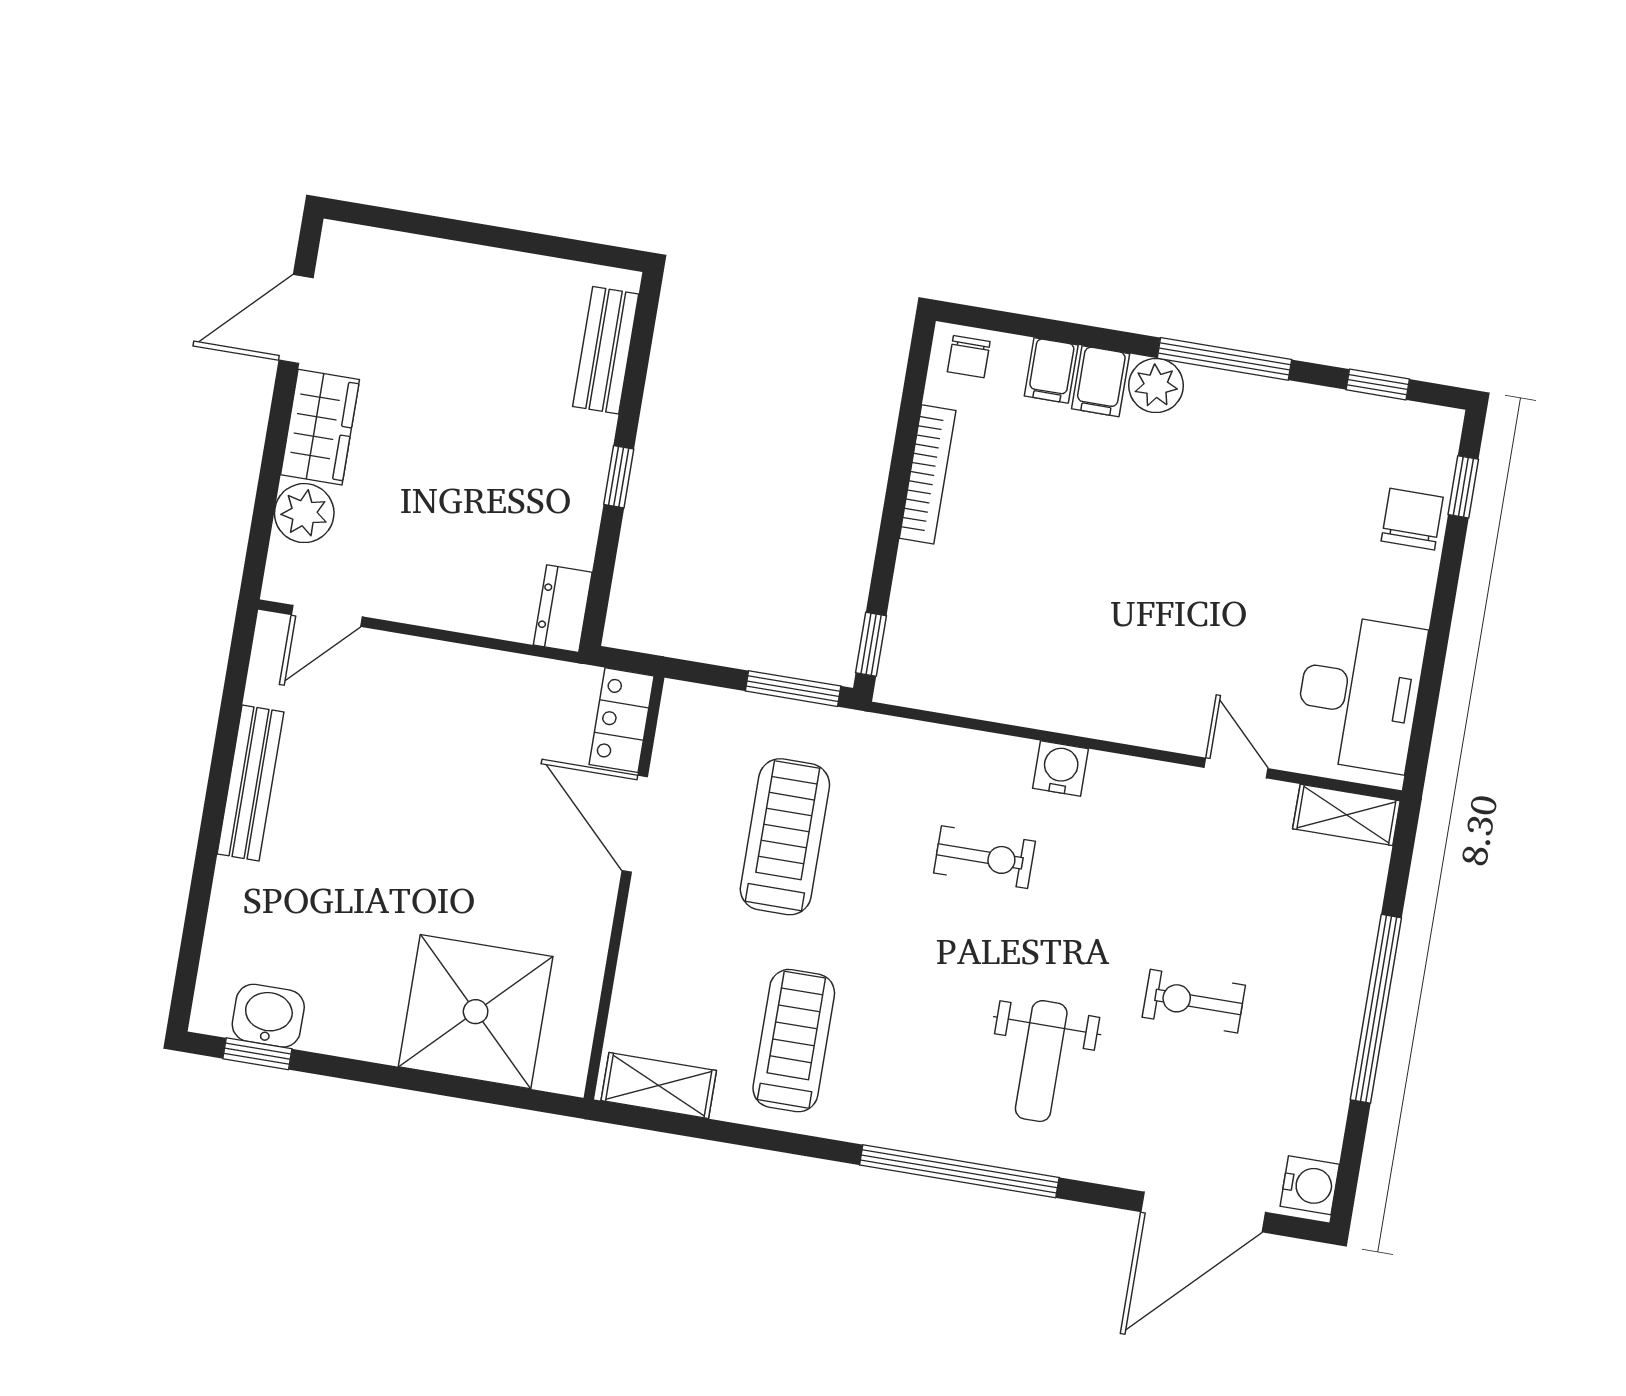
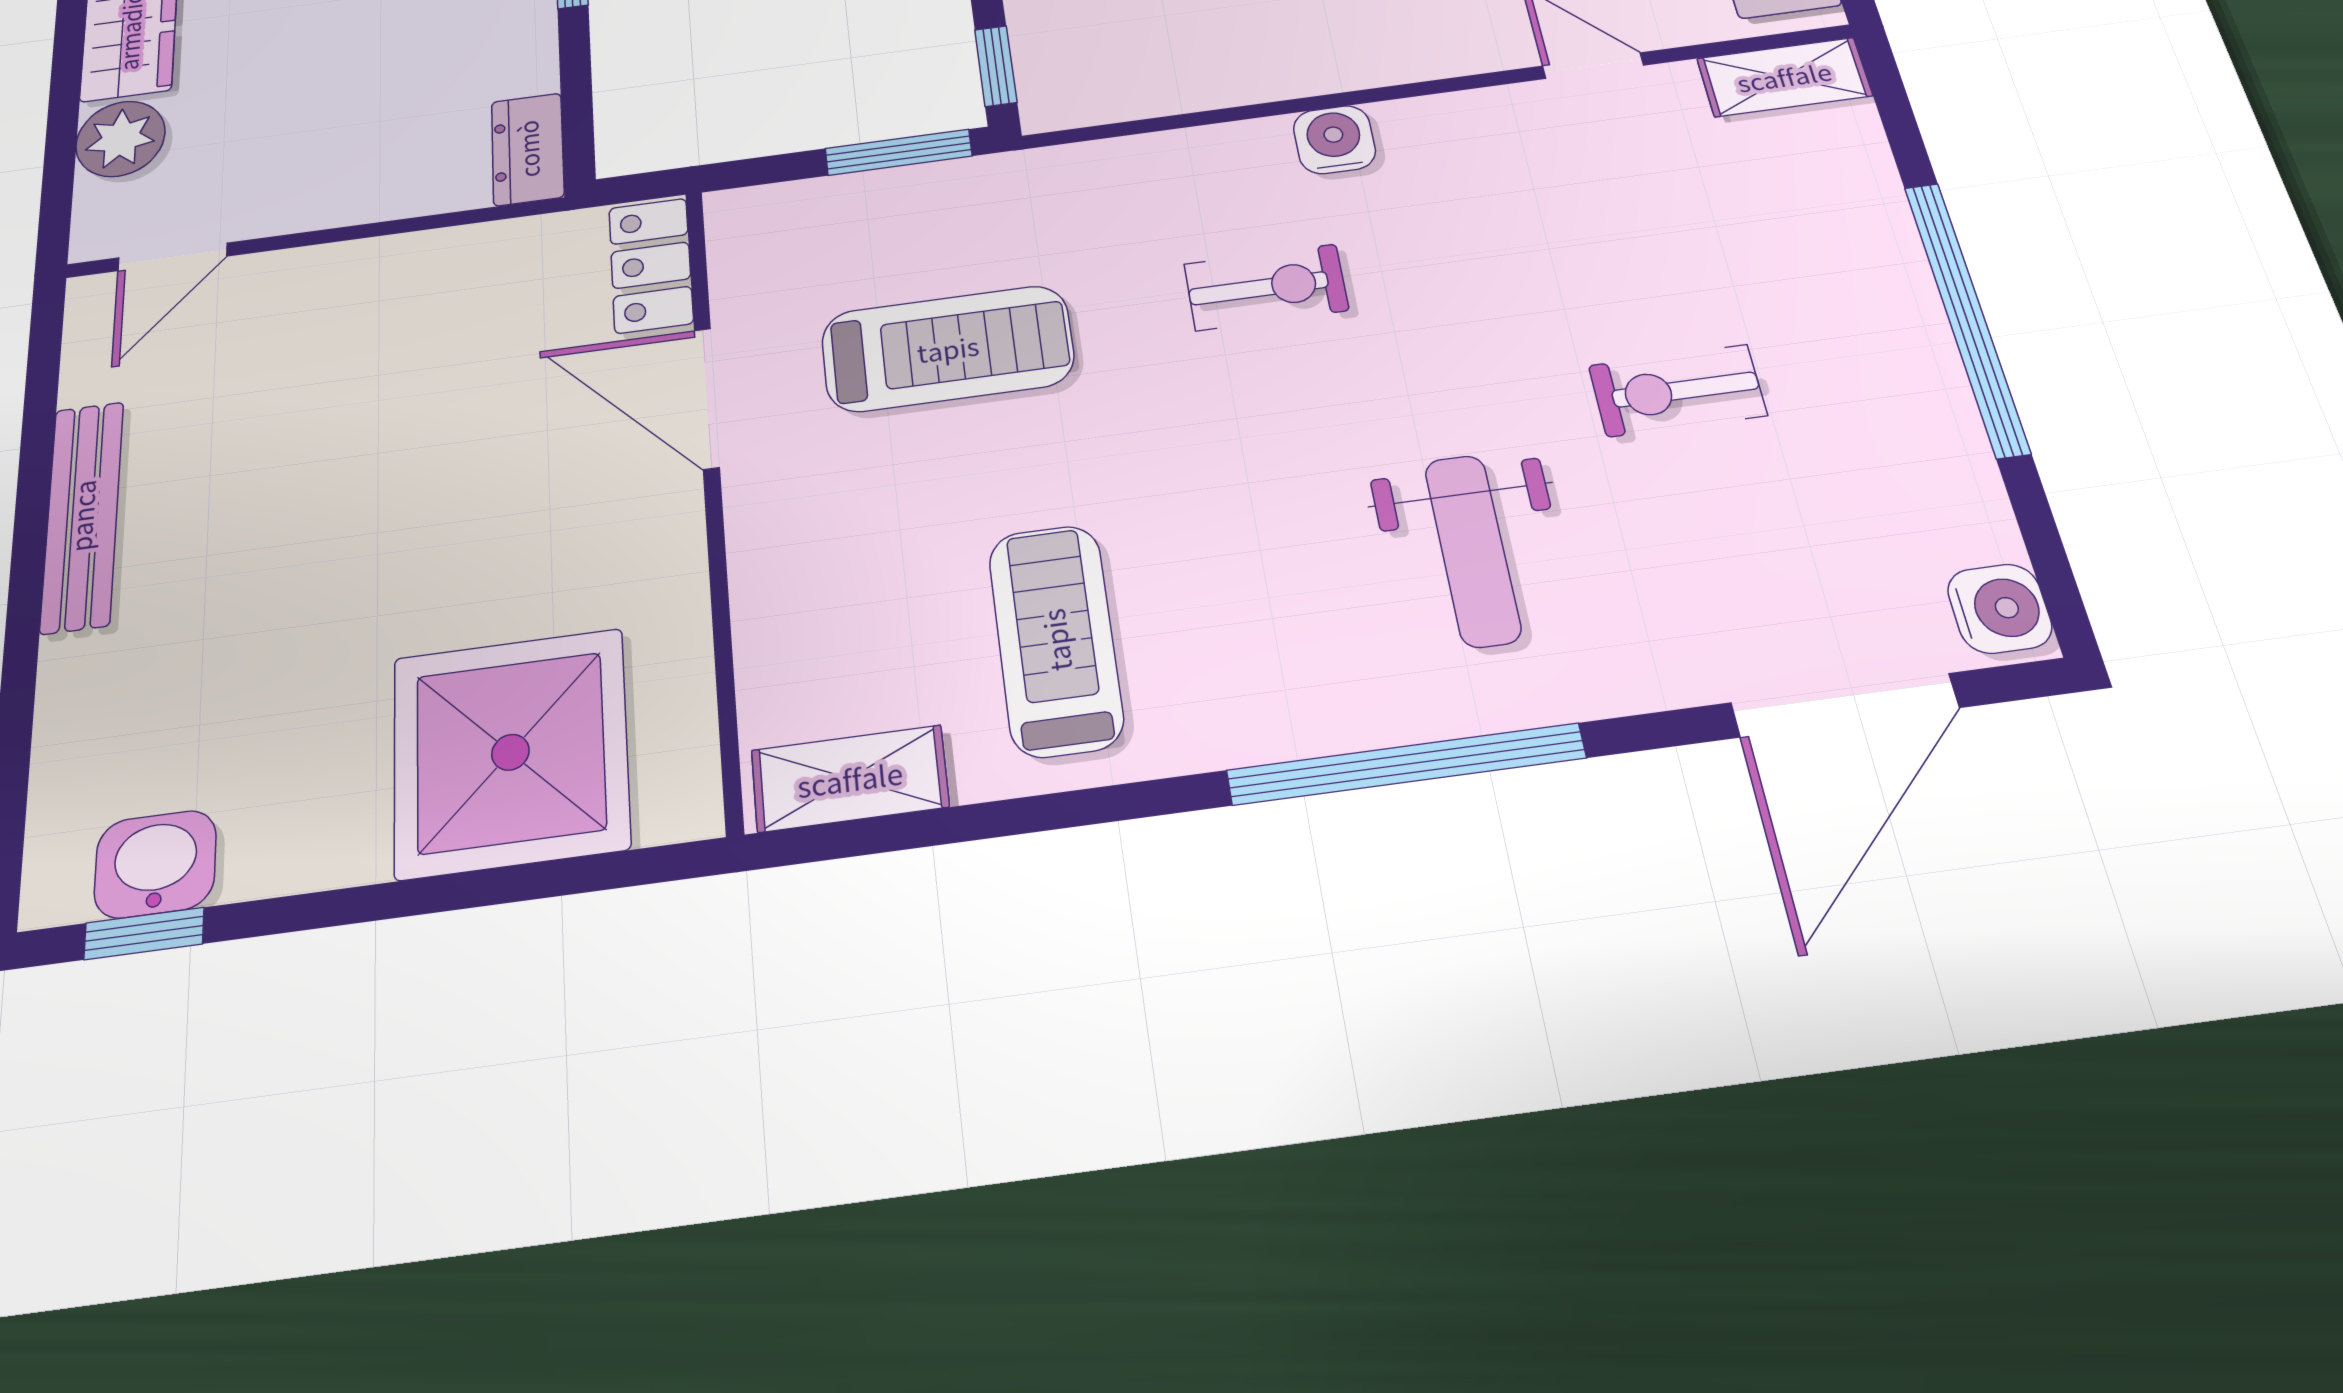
treadmill: (785, 837) -> (948, 349), turned 90

